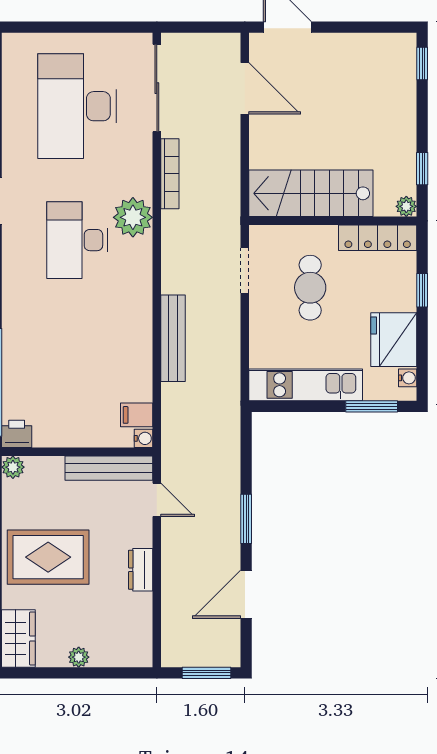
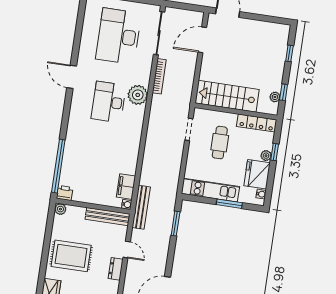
window: (422, 64) -> (289, 53), moved
door: (245, 88) -> (202, 40), swing flipped
plant: (406, 206) -> (275, 97), moved
plant: (406, 300) -> (266, 156), added
bench: (173, 338) -> (141, 207), moved
window: (372, 406) -> (229, 204), moved
filing cabinet: (137, 415) -> (126, 187), width x2.00
door: (157, 500) -> (127, 250), moved
window: (246, 519) -> (176, 224), moved

